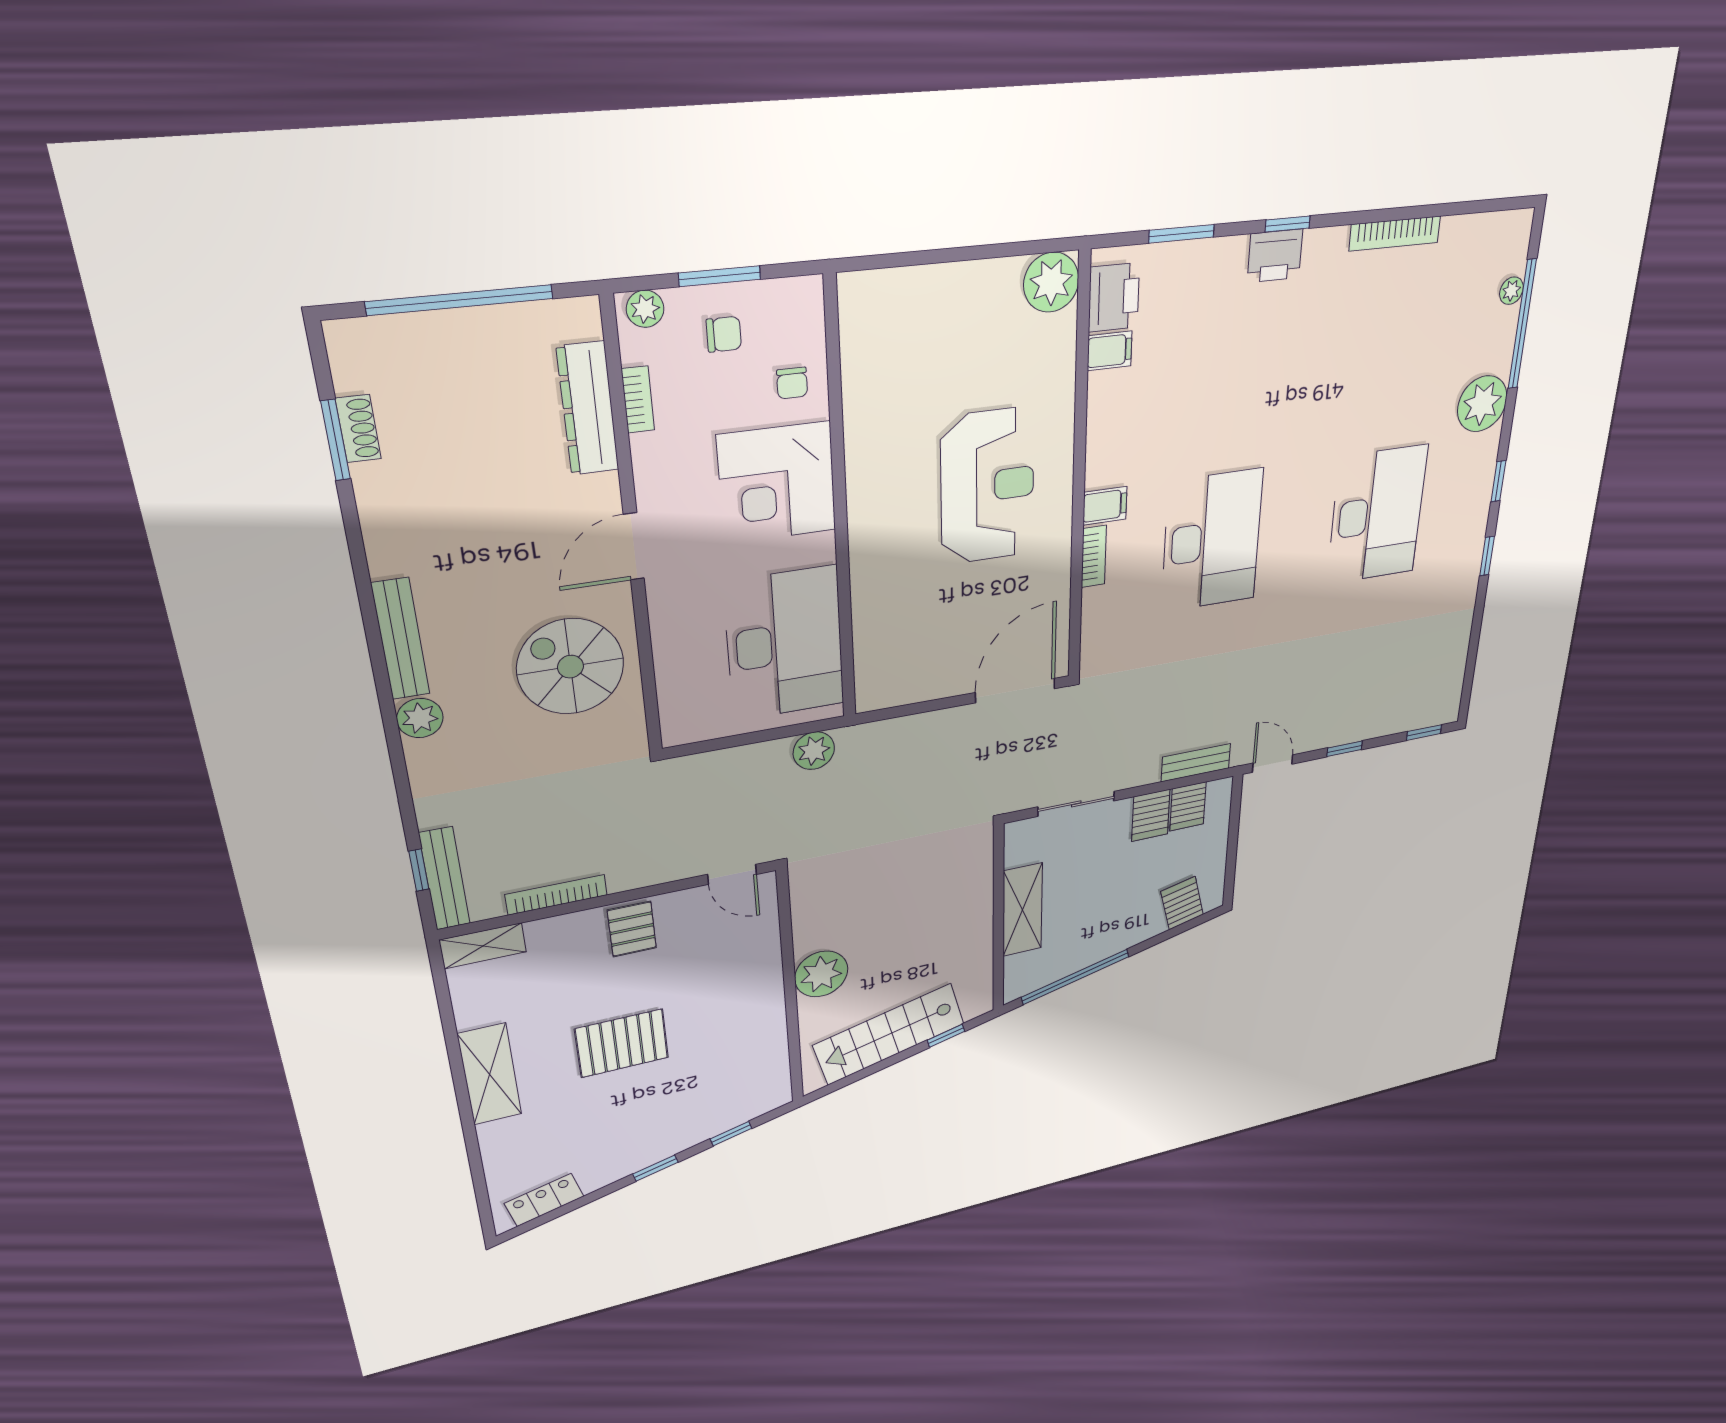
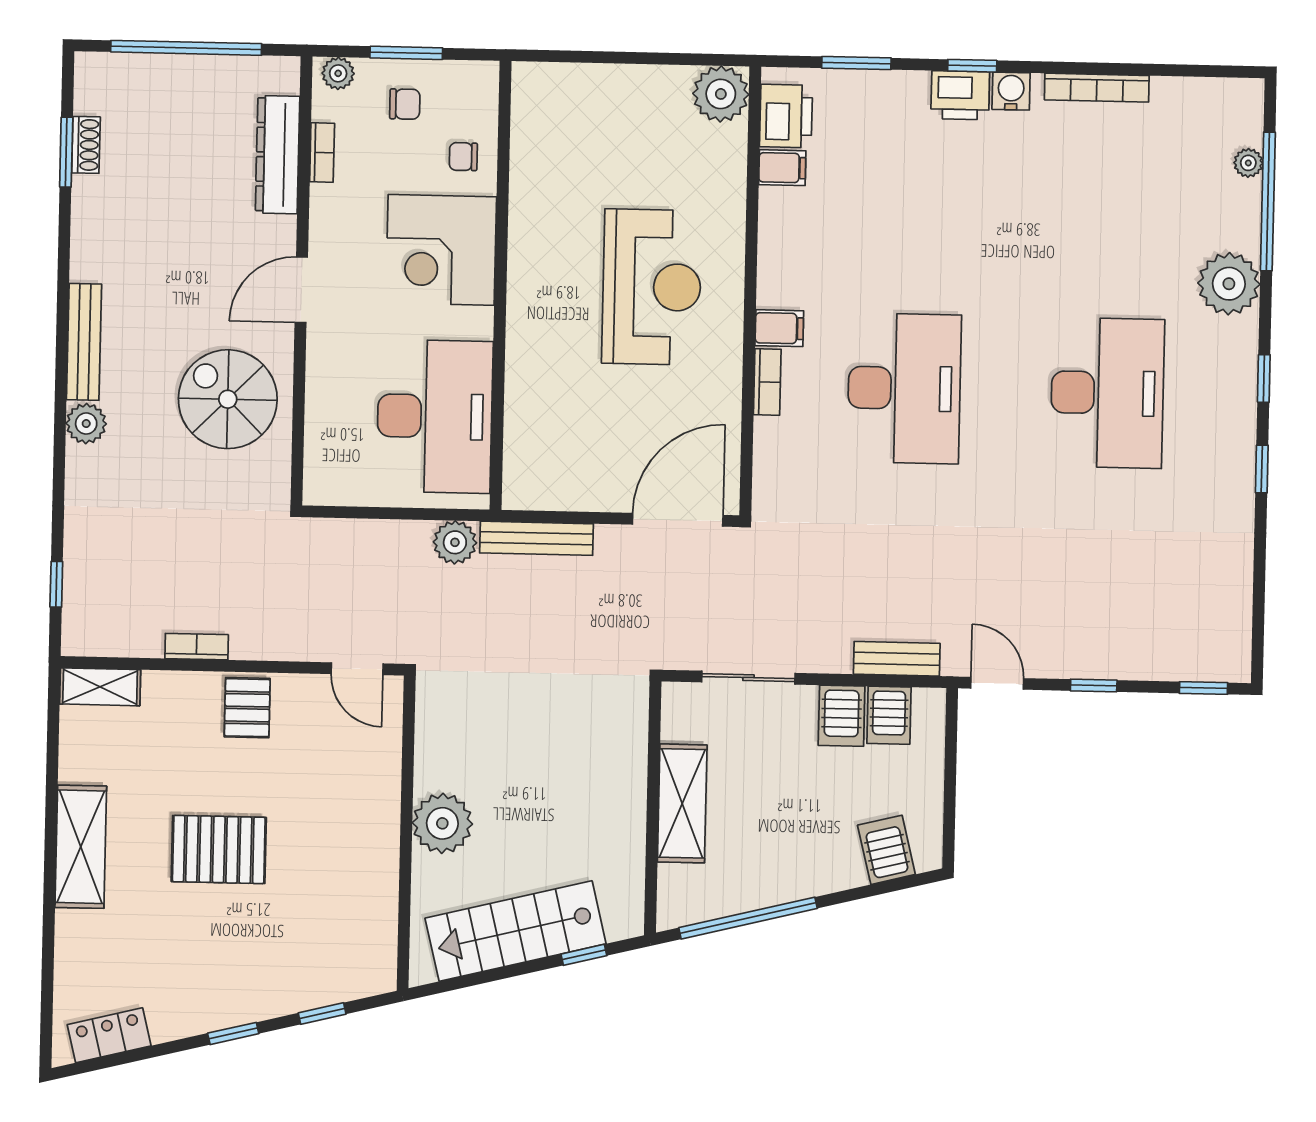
water cooler: (1320, 246) -> (1011, 91), added
chair: (792, 383) -> (463, 157), turned 90
bench: (445, 879) -> (537, 538), moved, turned 90
bookcase: (556, 895) -> (197, 647), width x0.64

